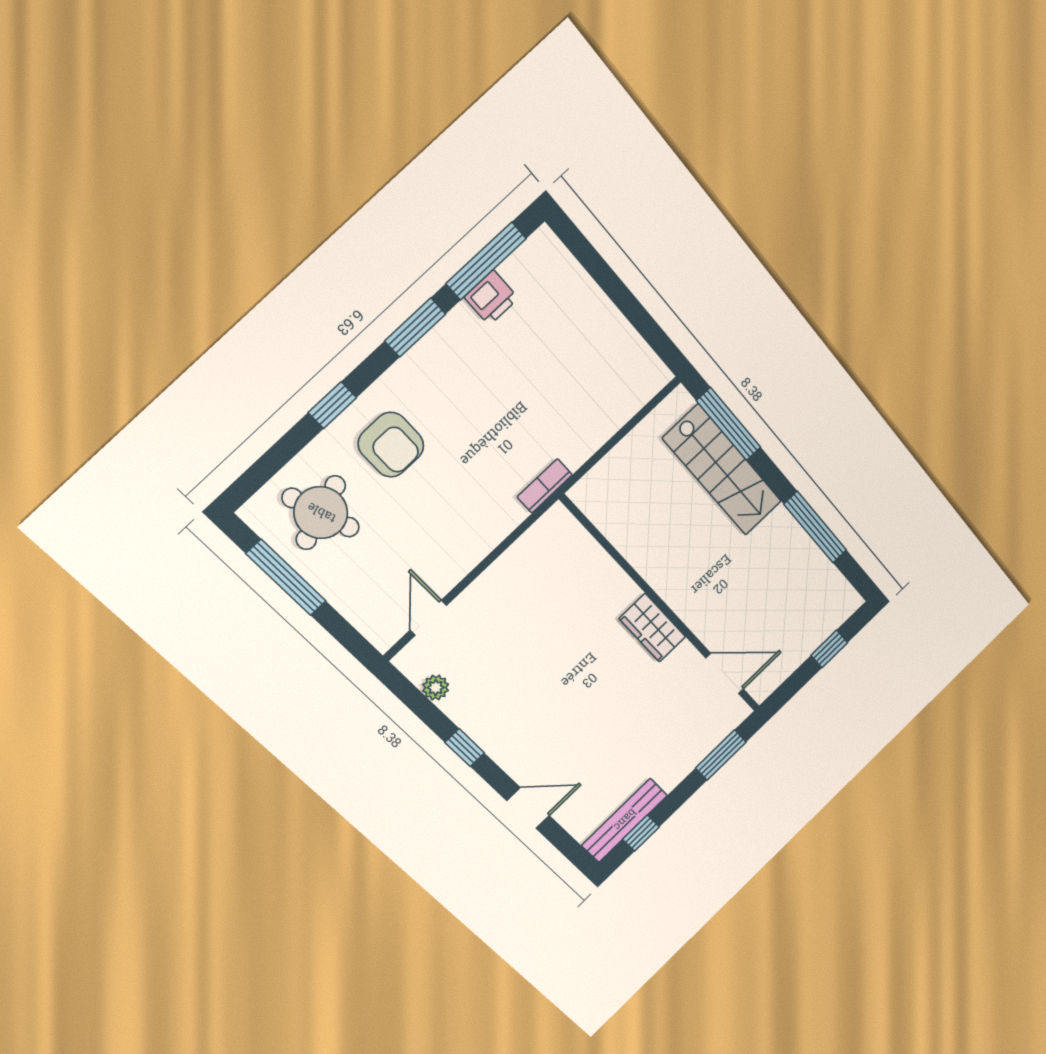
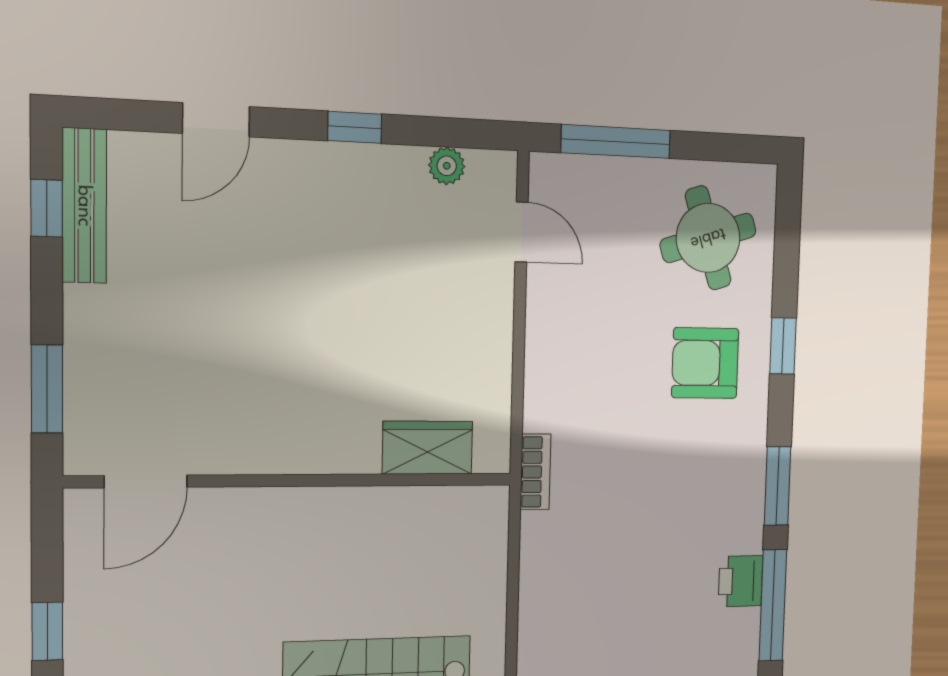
window: (286, 577) -> (616, 141), moved
wardrobe: (652, 628) -> (427, 448), moved

